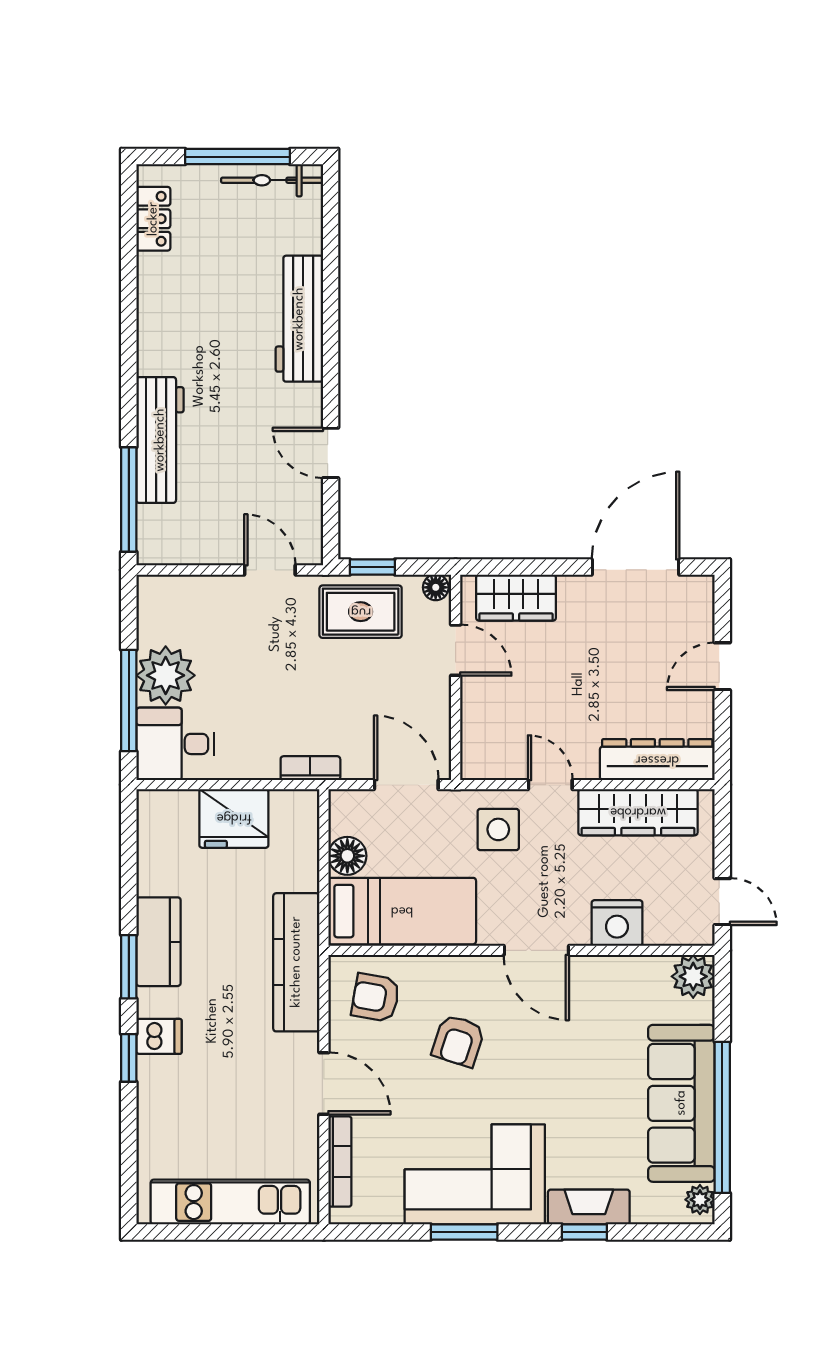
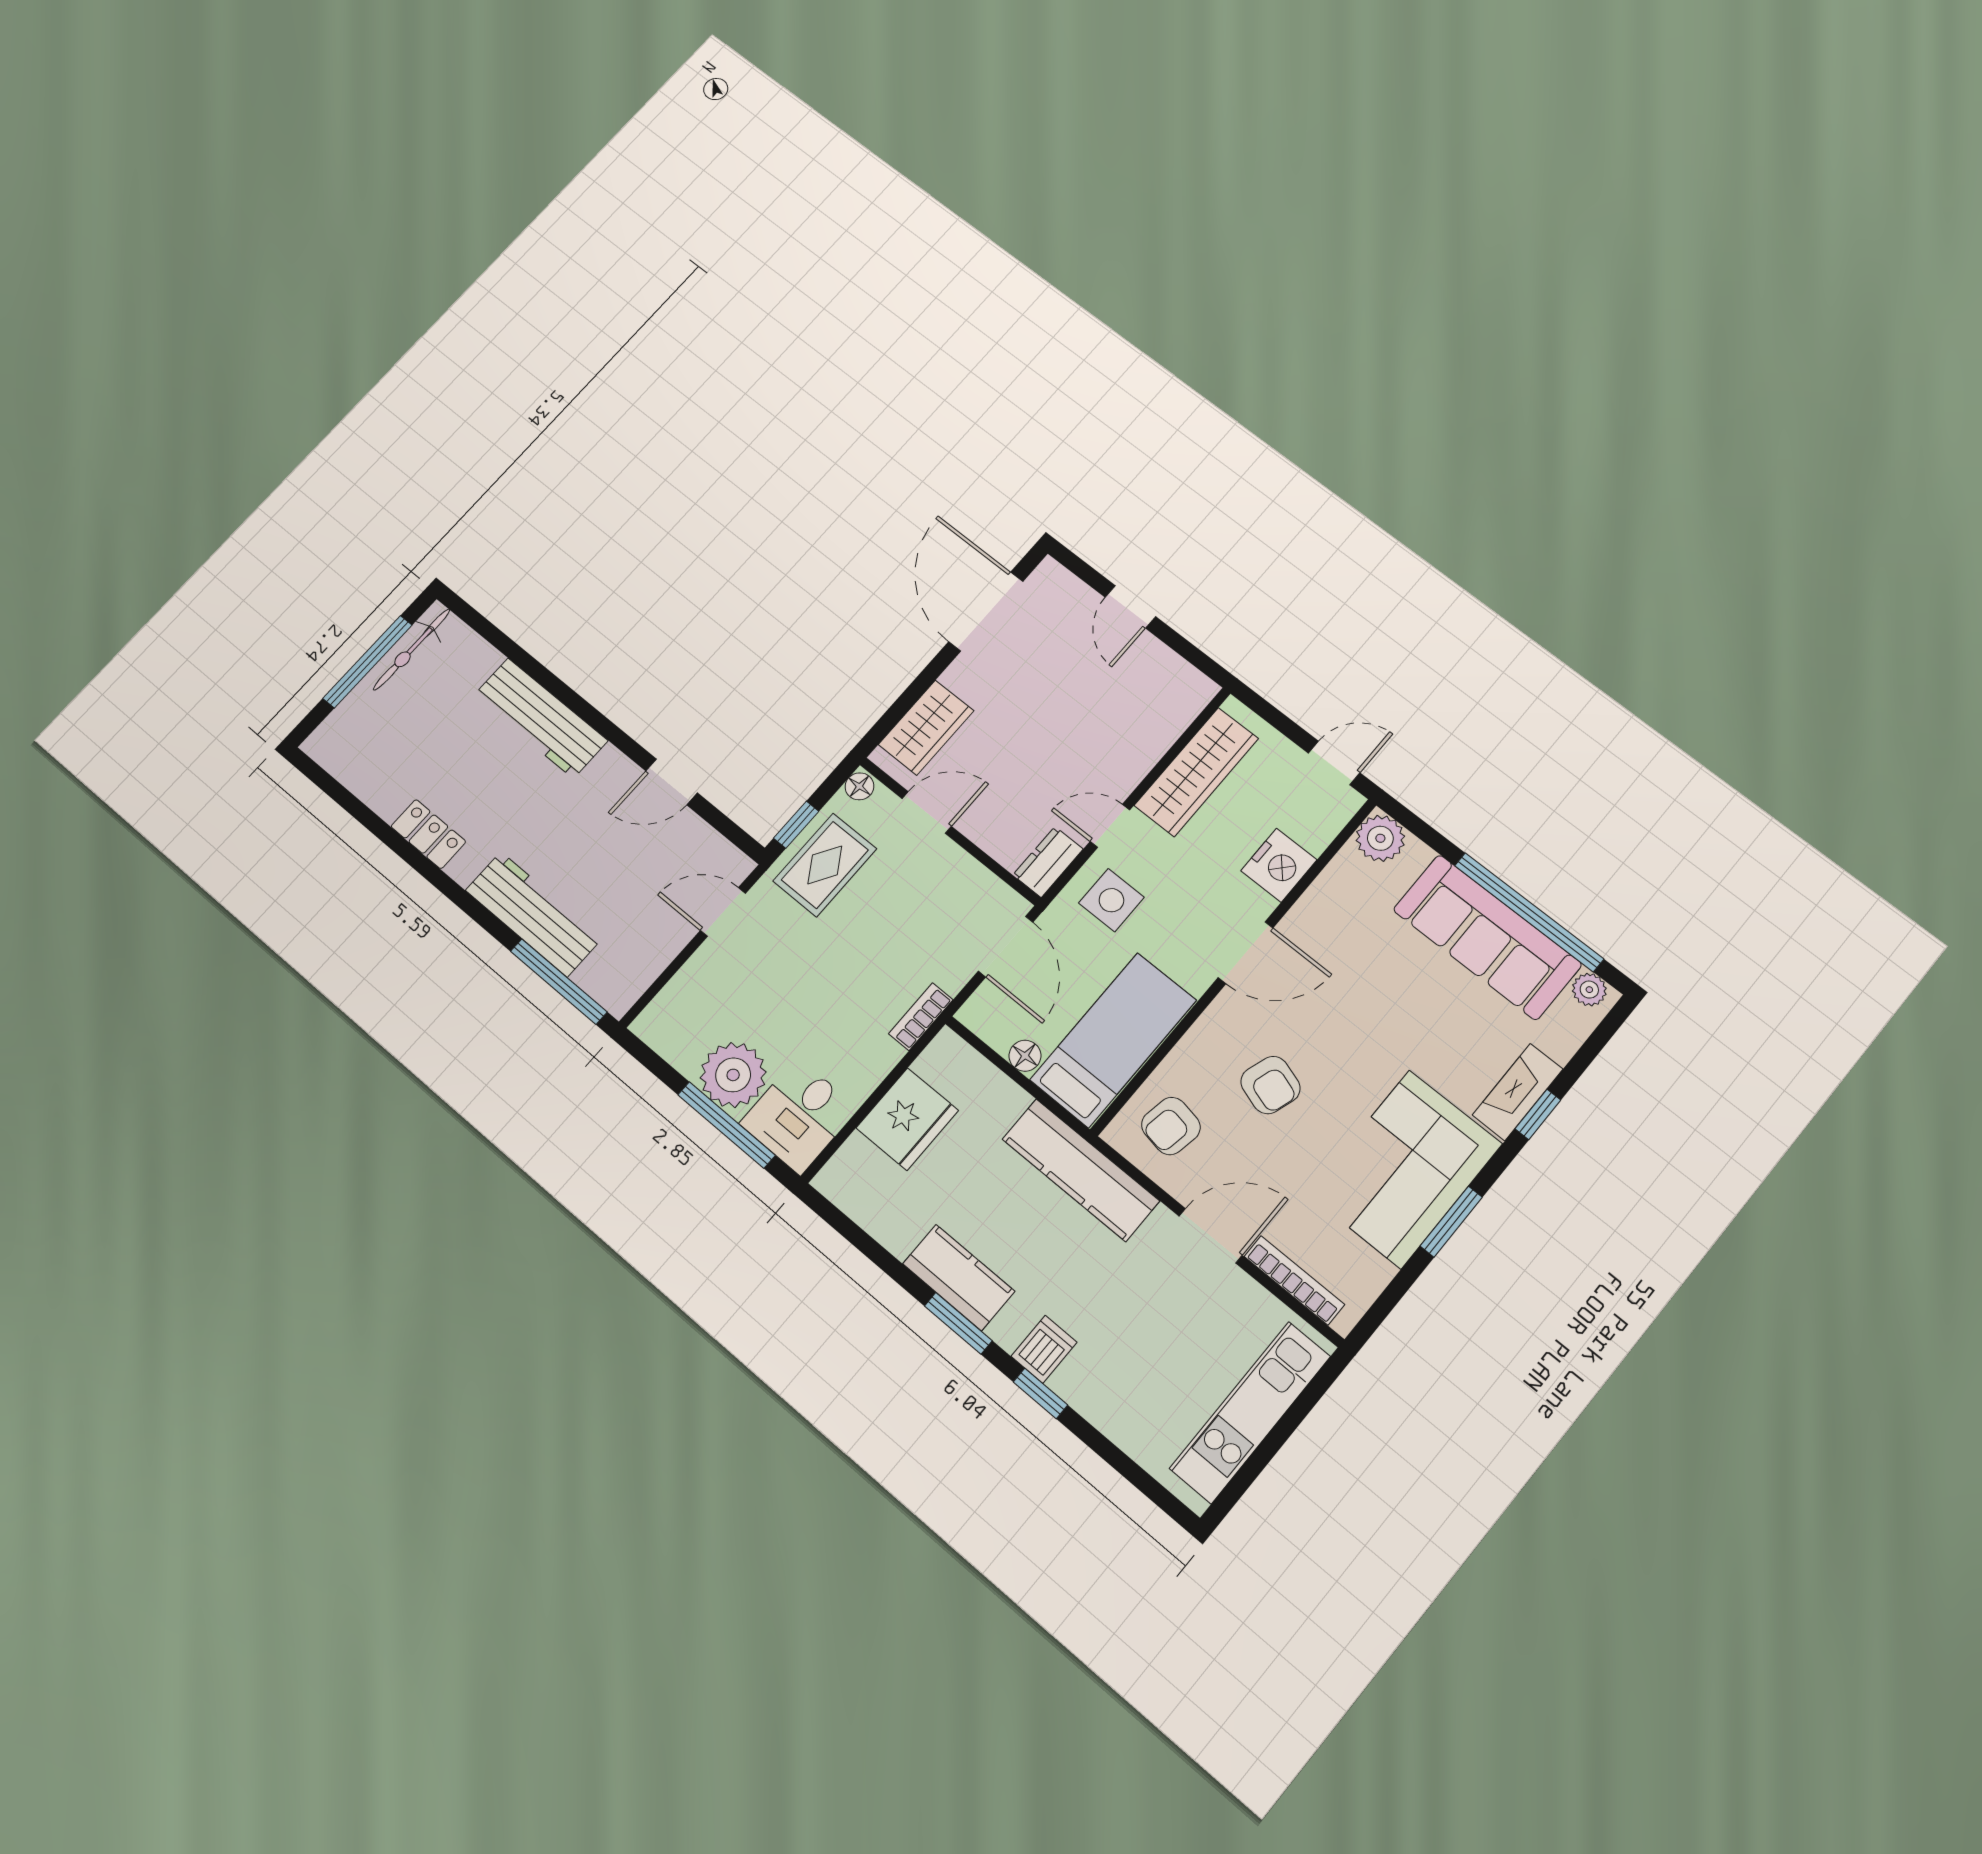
locker: (153, 219) -> (428, 834), moved
dresser: (657, 760) -> (1048, 862), moved, width x0.51, depth x0.80
door: (406, 785) -> (1006, 947), swing flipped
floor lamp: (347, 856) -> (1025, 1056), width x0.73, depth x0.73

